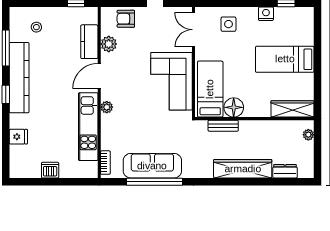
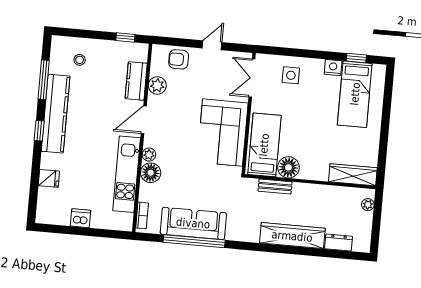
bed: (285, 59) -> (355, 94), moved, turned -90
floor lamp: (110, 123) -> (151, 173), added

